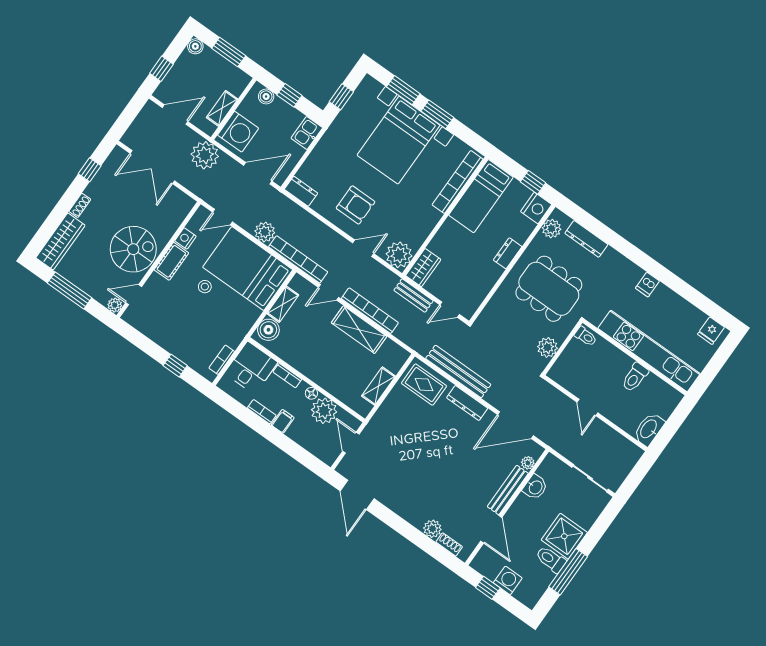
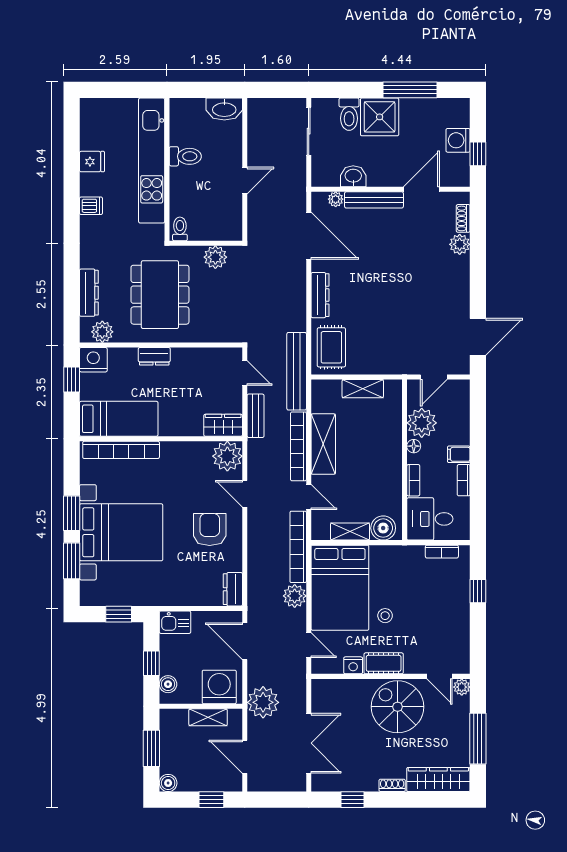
fridge: (711, 331) -> (92, 162), moved
bench: (458, 371) -> (297, 371), moved
toilet: (551, 559) -> (349, 114), moved

